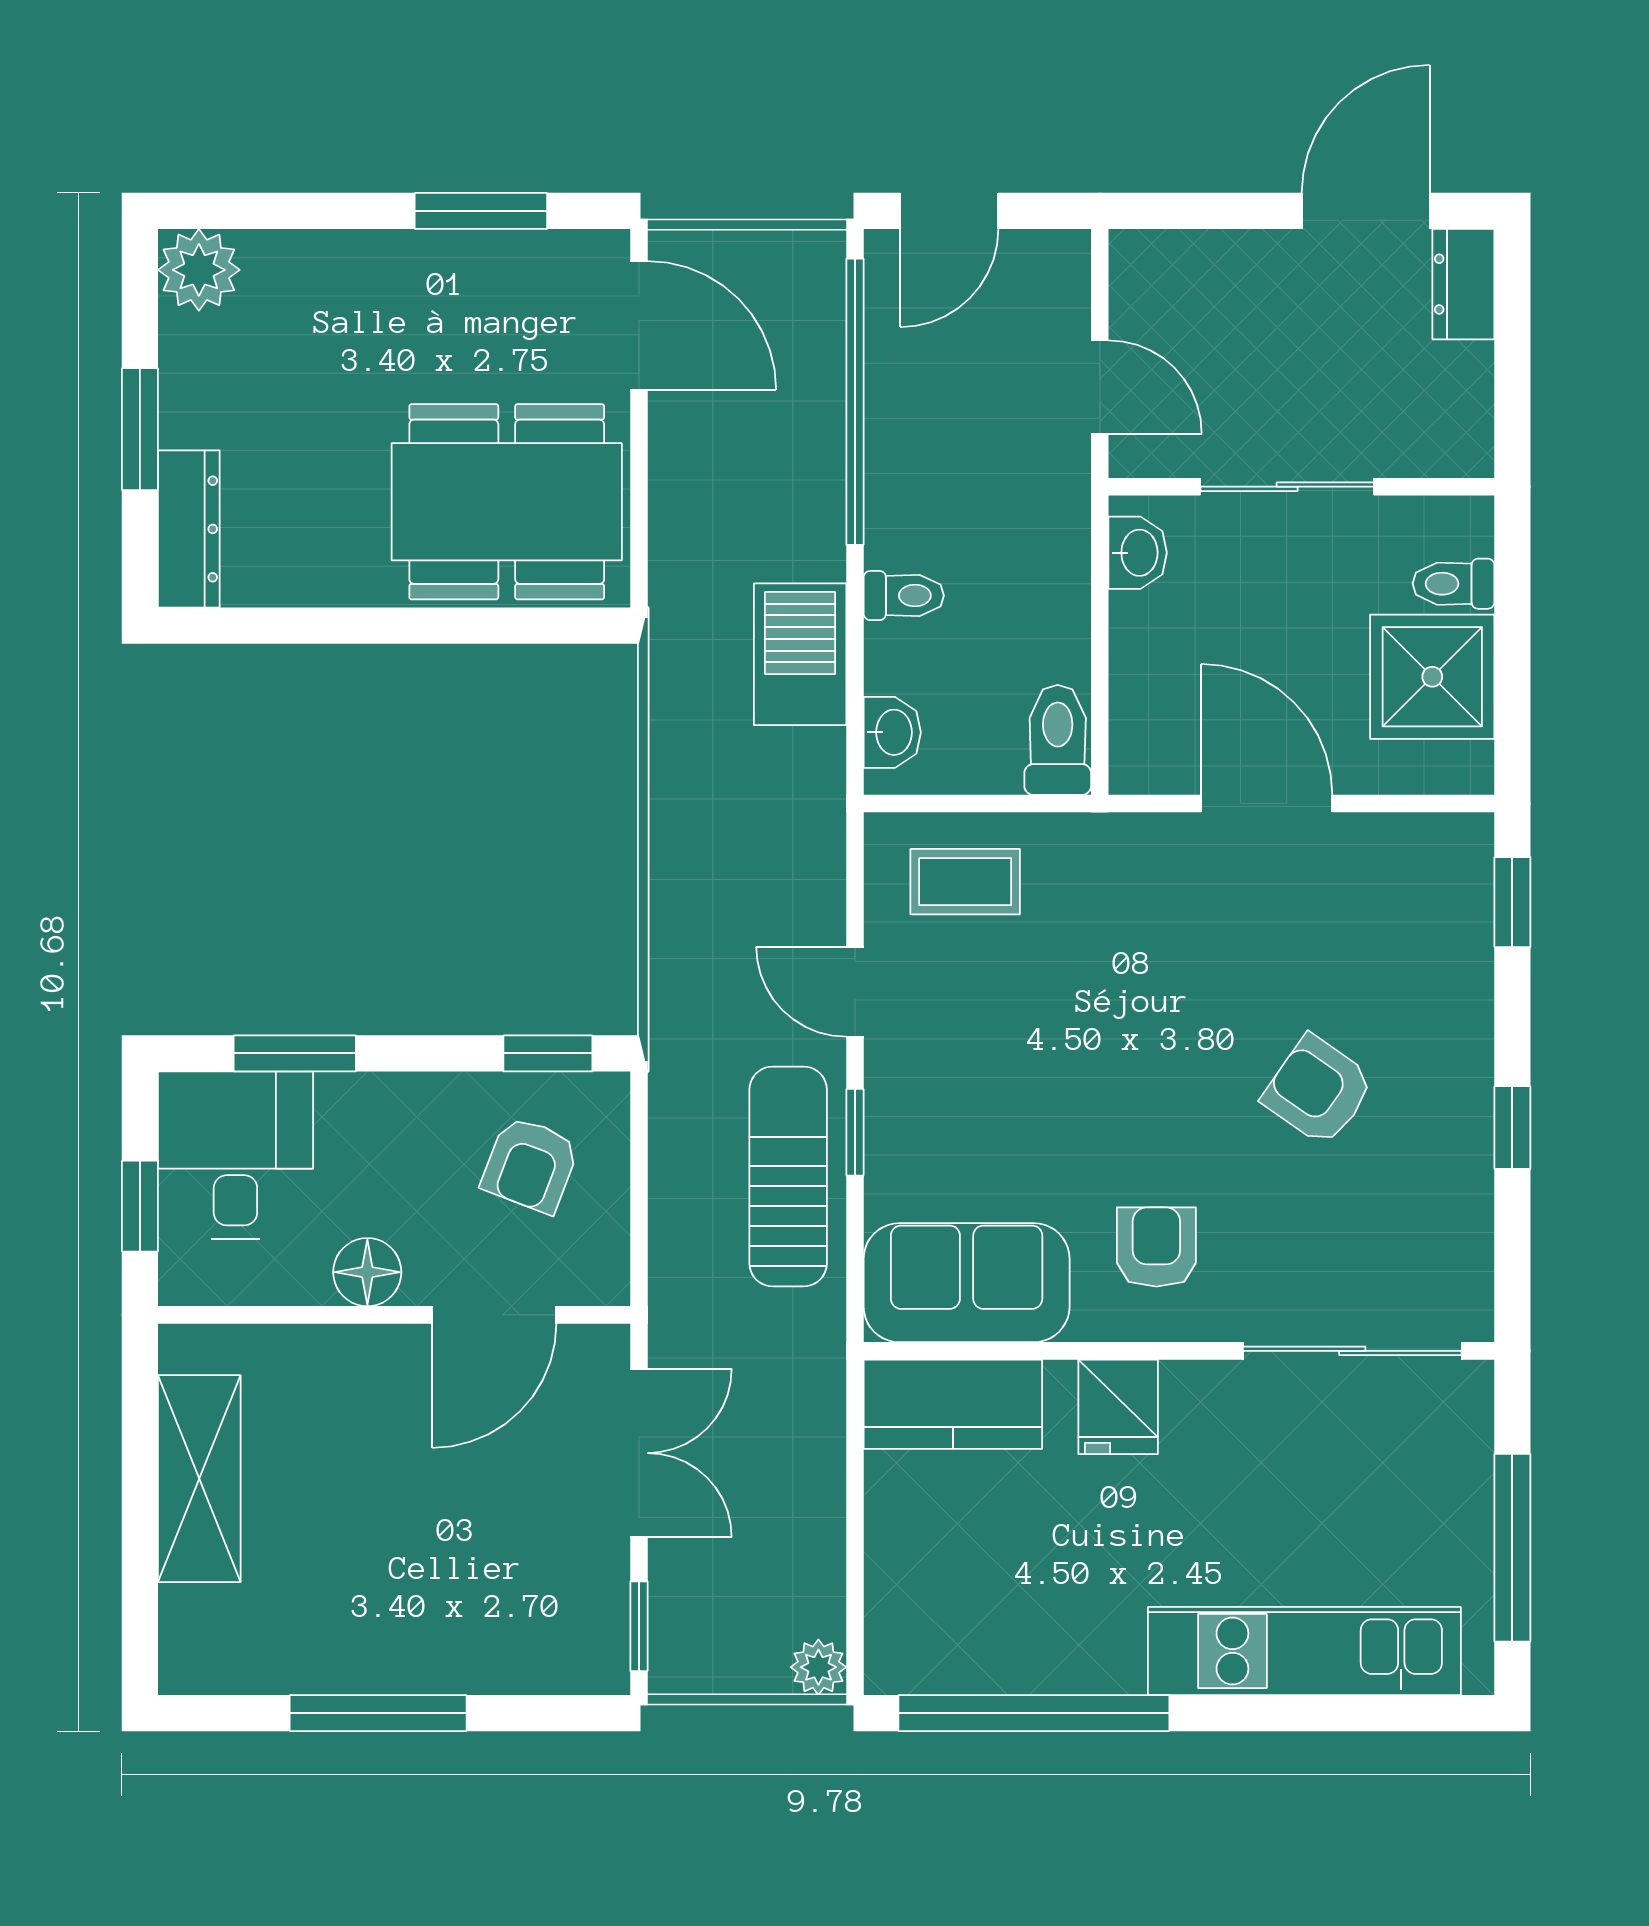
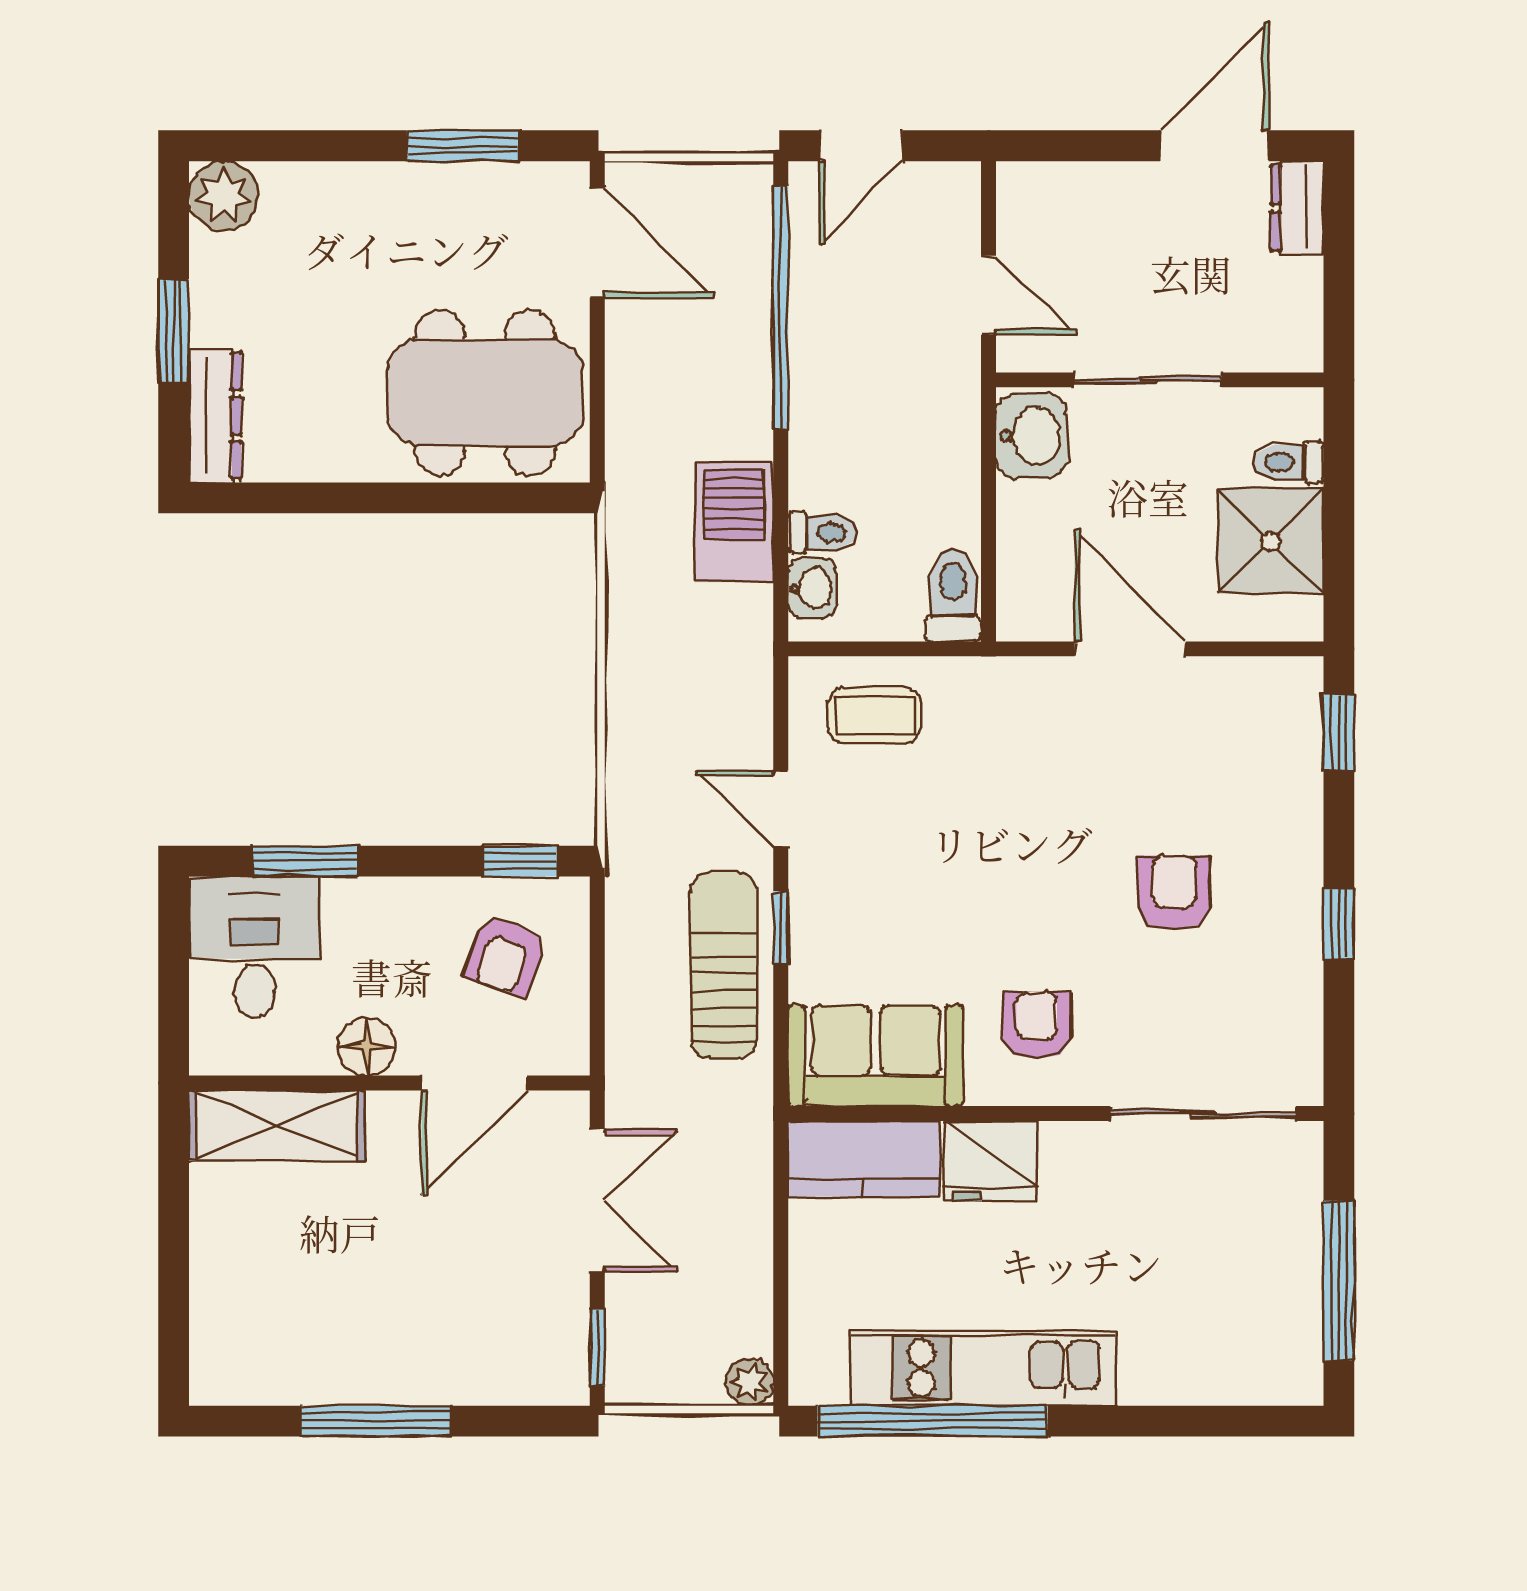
washbasin: (1138, 553) -> (1032, 436), width x1.38, depth x1.45
toilet: (904, 596) -> (822, 532), moved
armchair: (1318, 1090) -> (1174, 892), turned 55
window: (140, 1206) -> (174, 991), removed
fridge: (1118, 1407) -> (991, 1161), width x1.38
shelving: (199, 1479) -> (277, 1125), moved, turned 90
kitchen unit: (1304, 1651) -> (983, 1368), moved

